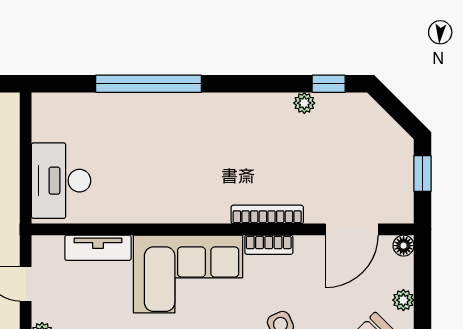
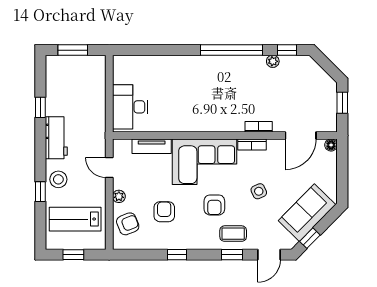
window: (148, 84) -> (232, 50), moved
bookcase: (267, 214) -> (259, 127), width x0.64
plant: (403, 300) -> (331, 177), removed

